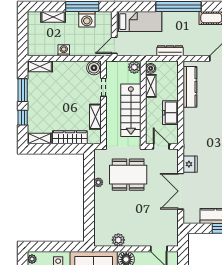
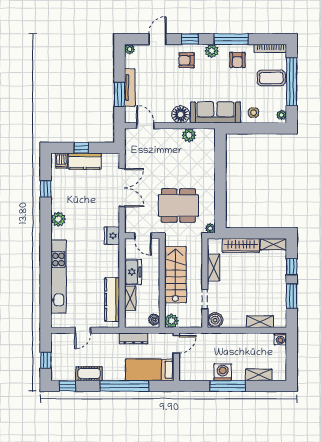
bed: (139, 22) -> (150, 370), moved
wall: (114, 34) -> (176, 357), moved
door: (114, 45) -> (176, 344), moved
washing machine: (64, 50) -> (280, 339), moved
shelving: (40, 66) -> (260, 322), moved
shelving: (151, 86) -> (130, 298), moved
fridge: (190, 164) -> (112, 236), moved
plant: (98, 182) -> (210, 228), moved

